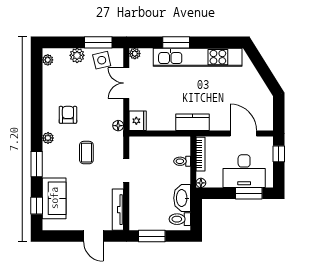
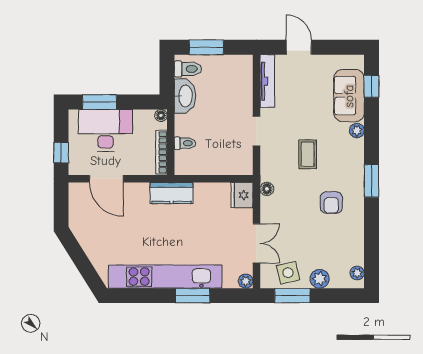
plant: (48, 138) -> (357, 131), moved
window: (37, 164) -> (371, 181), moved
window: (152, 236) -> (206, 47), moved

